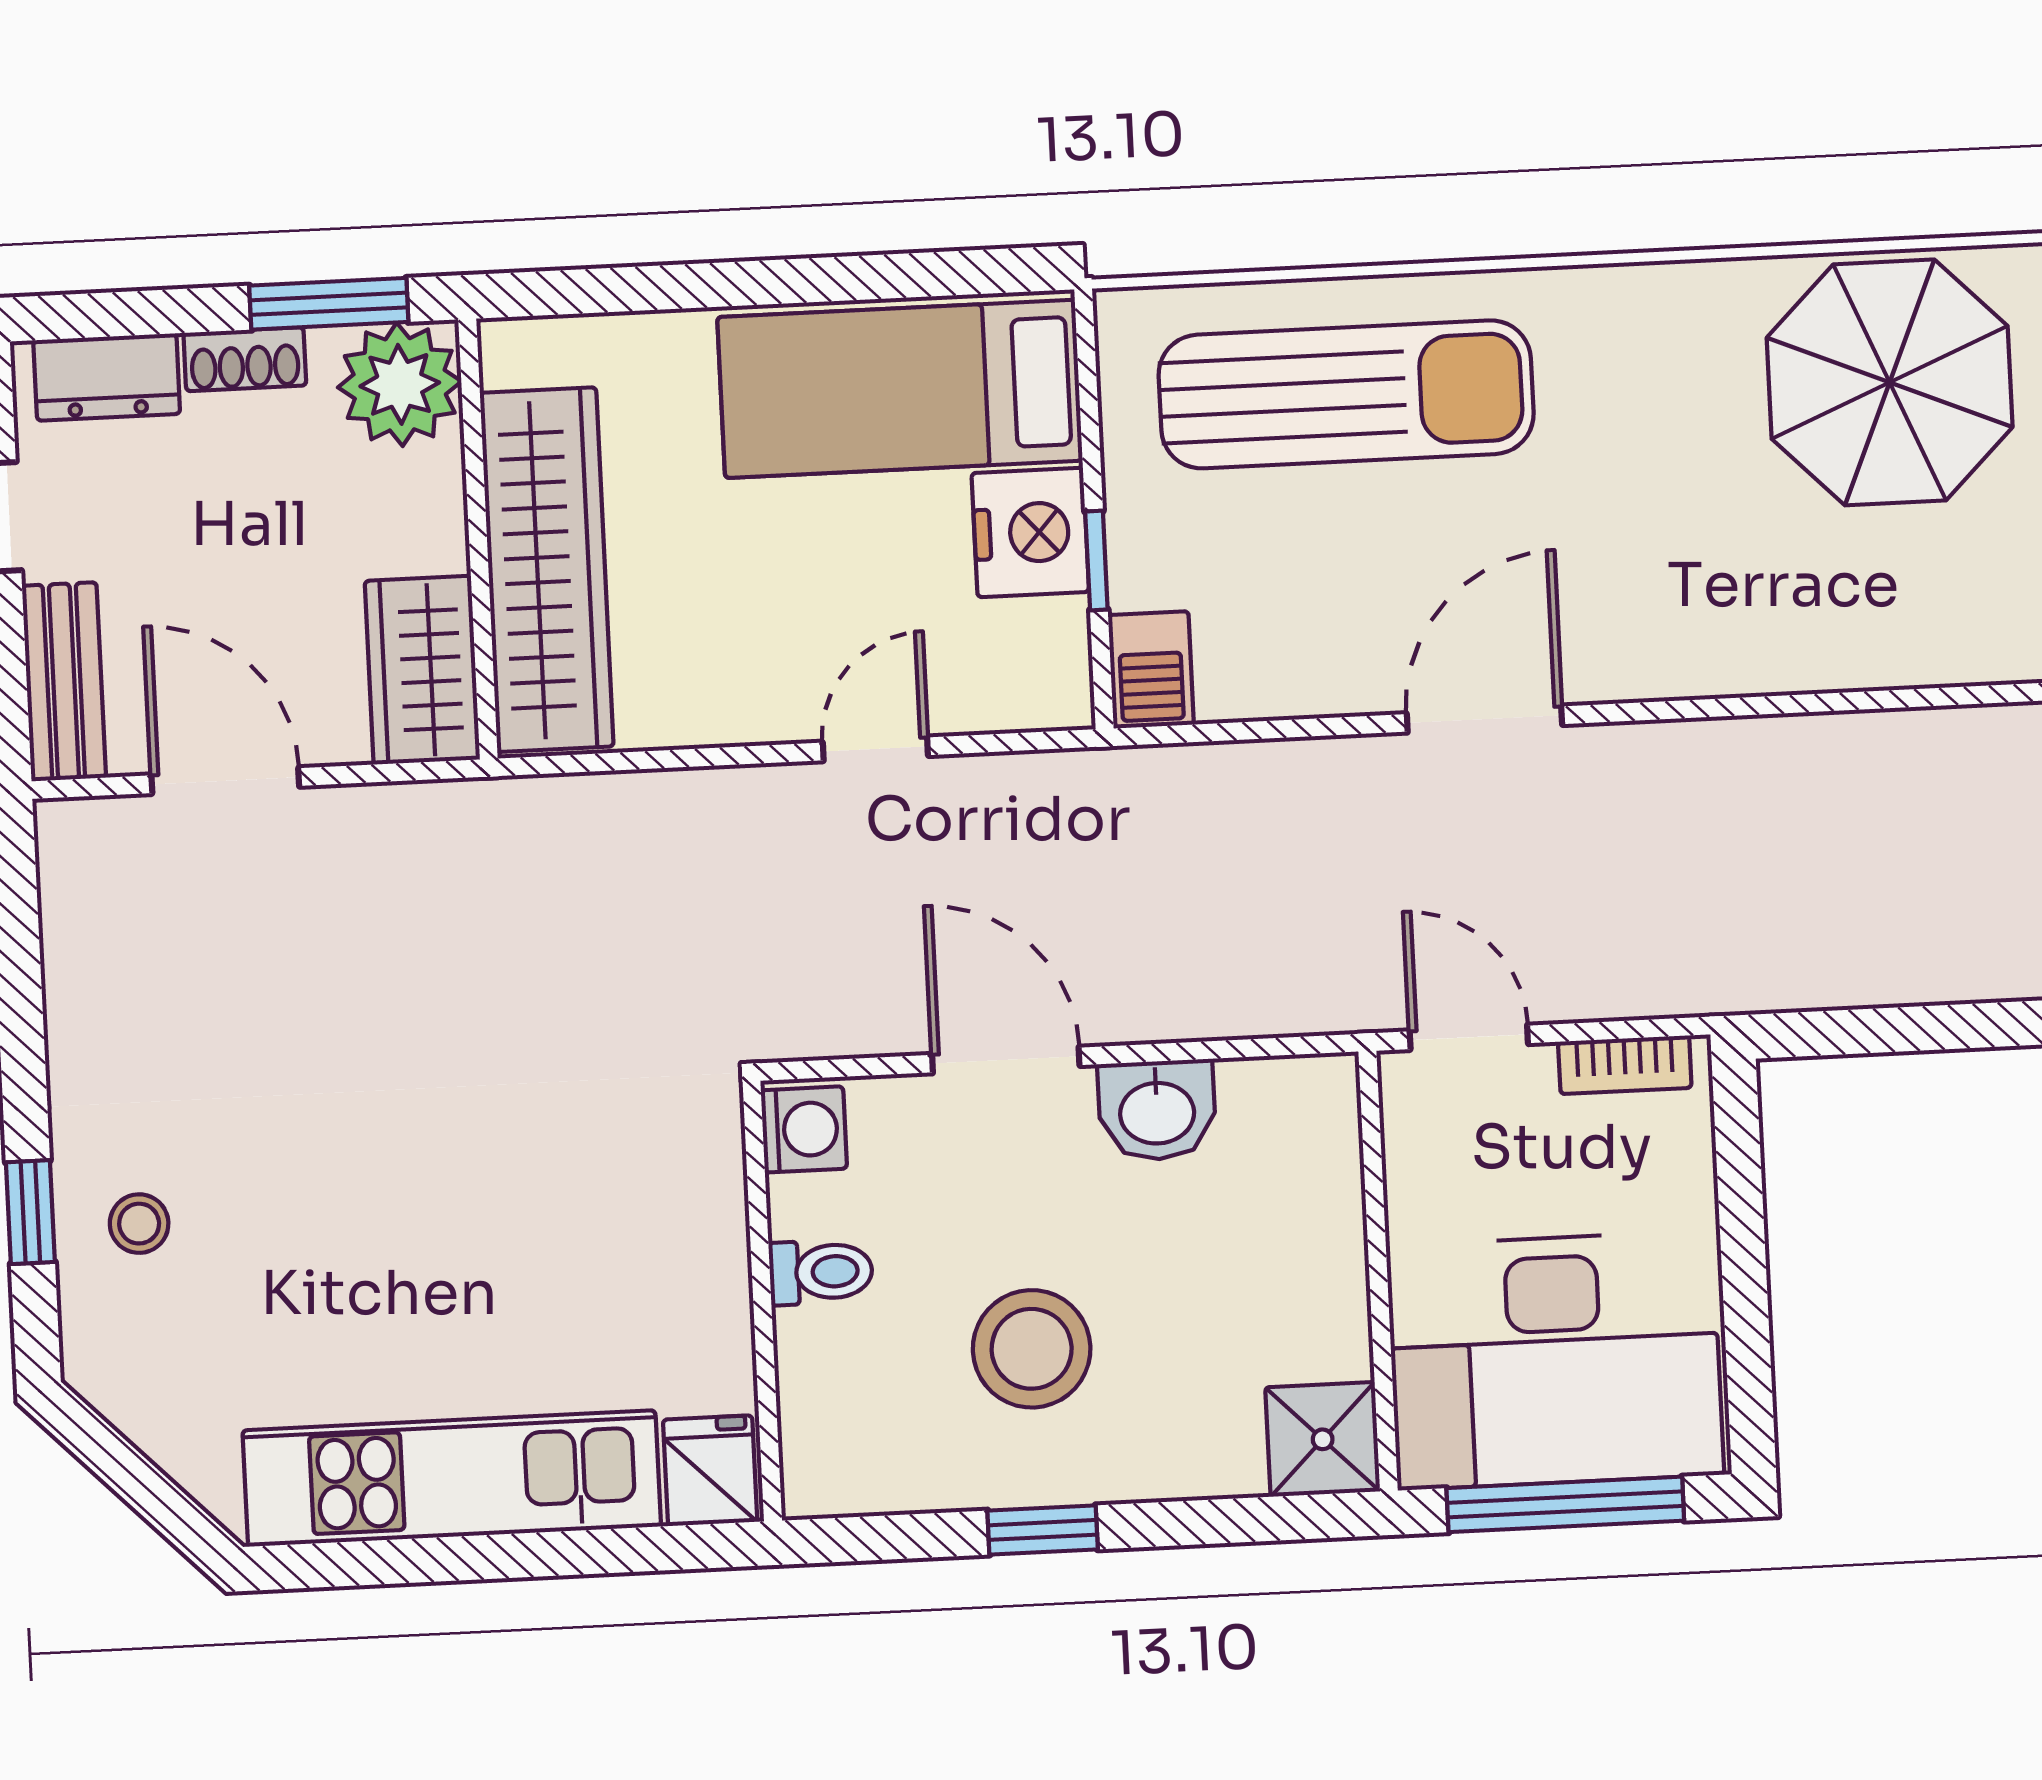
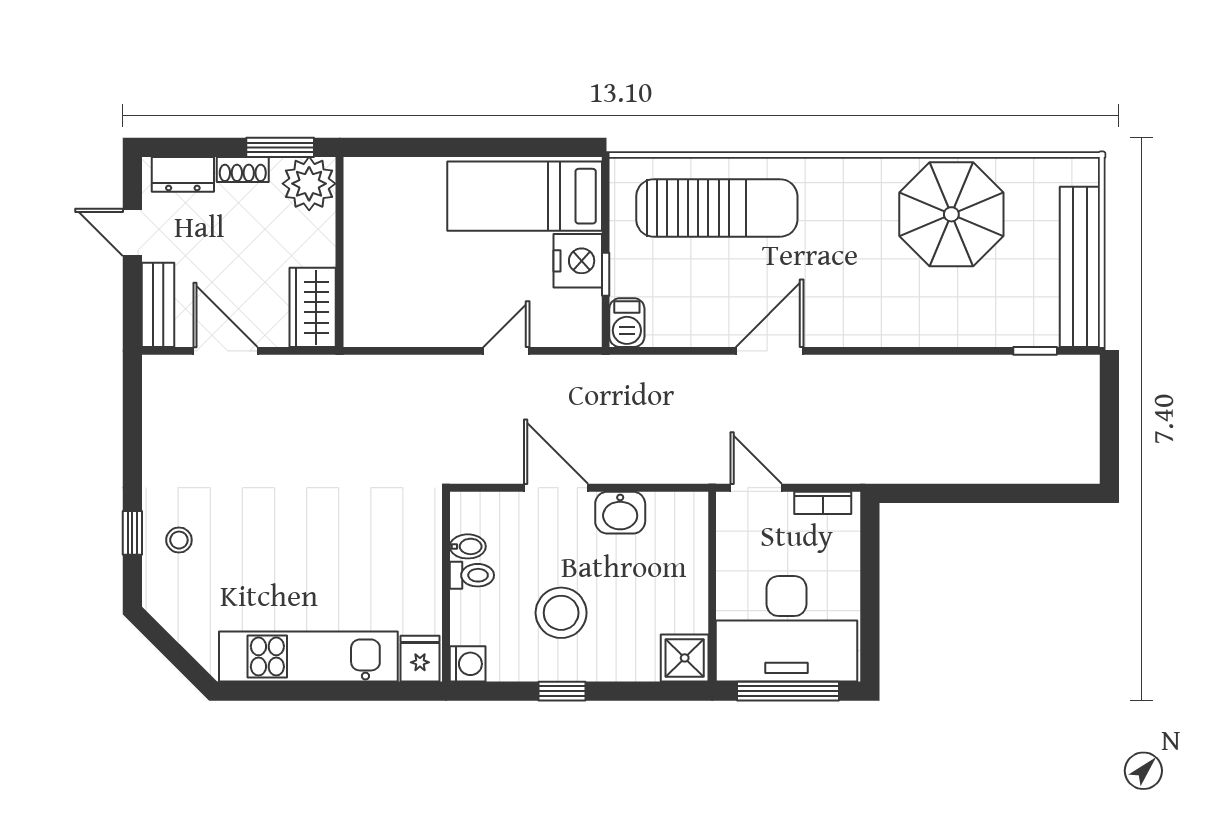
wardrobe: (547, 570) -> (368, 267), removed
washing machine: (804, 1129) -> (468, 664), moved
bidet: (808, 1206) -> (468, 546), added

